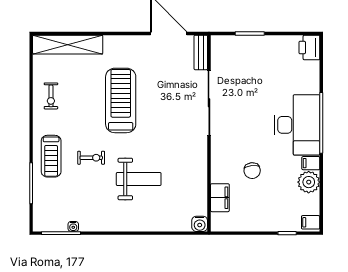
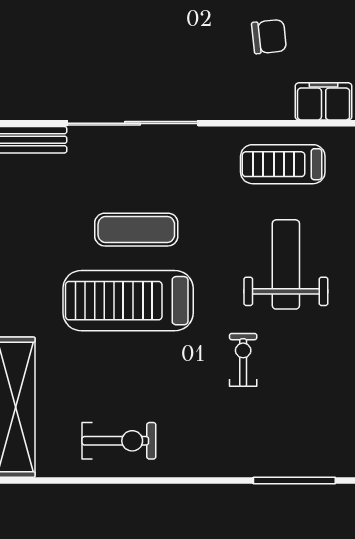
exercise bike: (51, 96) -> (119, 441), width x1.38, depth x1.39
exercise mat: (156, 105) -> (136, 230), added
treadmill: (51, 156) -> (283, 164), moved, turned 180

